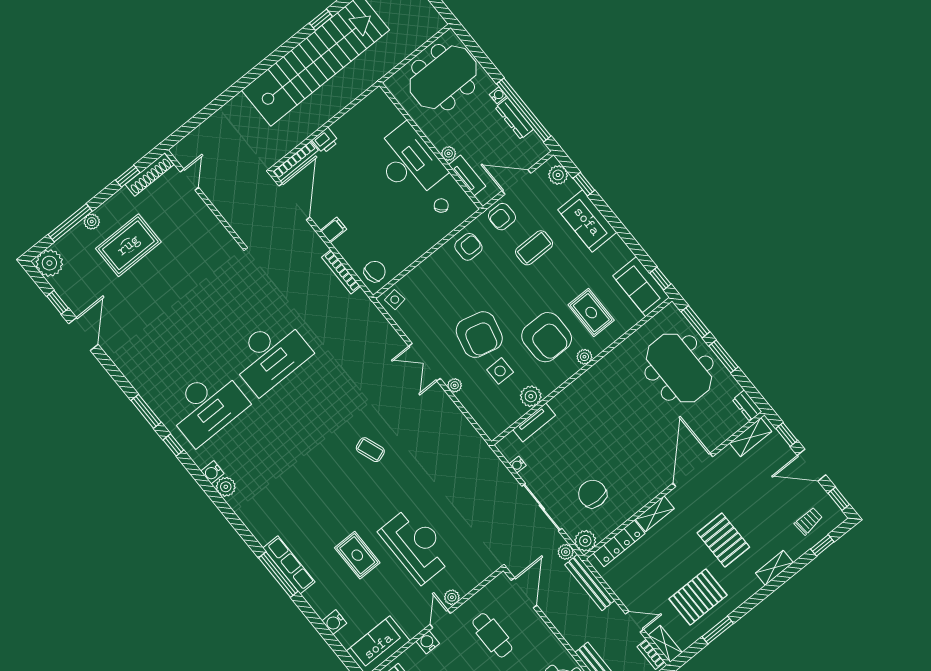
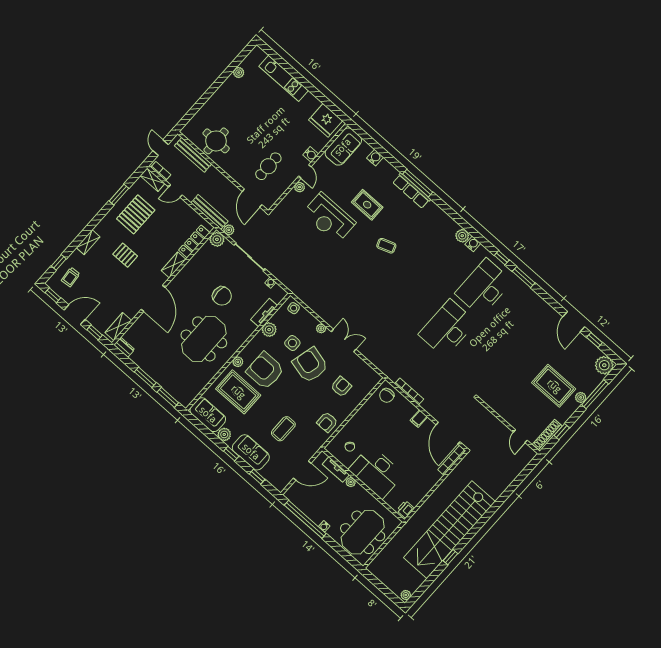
dresser: (514, 118) -> (311, 513), removed
printer: (325, 141) -> (405, 509), moved
plant: (558, 175) -> (224, 434), moved
armchair: (502, 217) -> (341, 387), moved
rug: (128, 245) -> (554, 386), turned 90
window: (660, 279) -> (231, 454), moved
side table: (395, 300) -> (294, 308), moved
rug: (591, 313) -> (238, 392), width x1.36, depth x1.43
meeting table: (679, 368) -> (204, 339), moved, turned 90
coffee table: (370, 450) -> (386, 246), moved
chair: (592, 494) -> (222, 296), moved
pallet: (723, 540) -> (125, 255), width x0.67, depth x0.71
cafe table: (492, 635) -> (268, 166), turned 90

